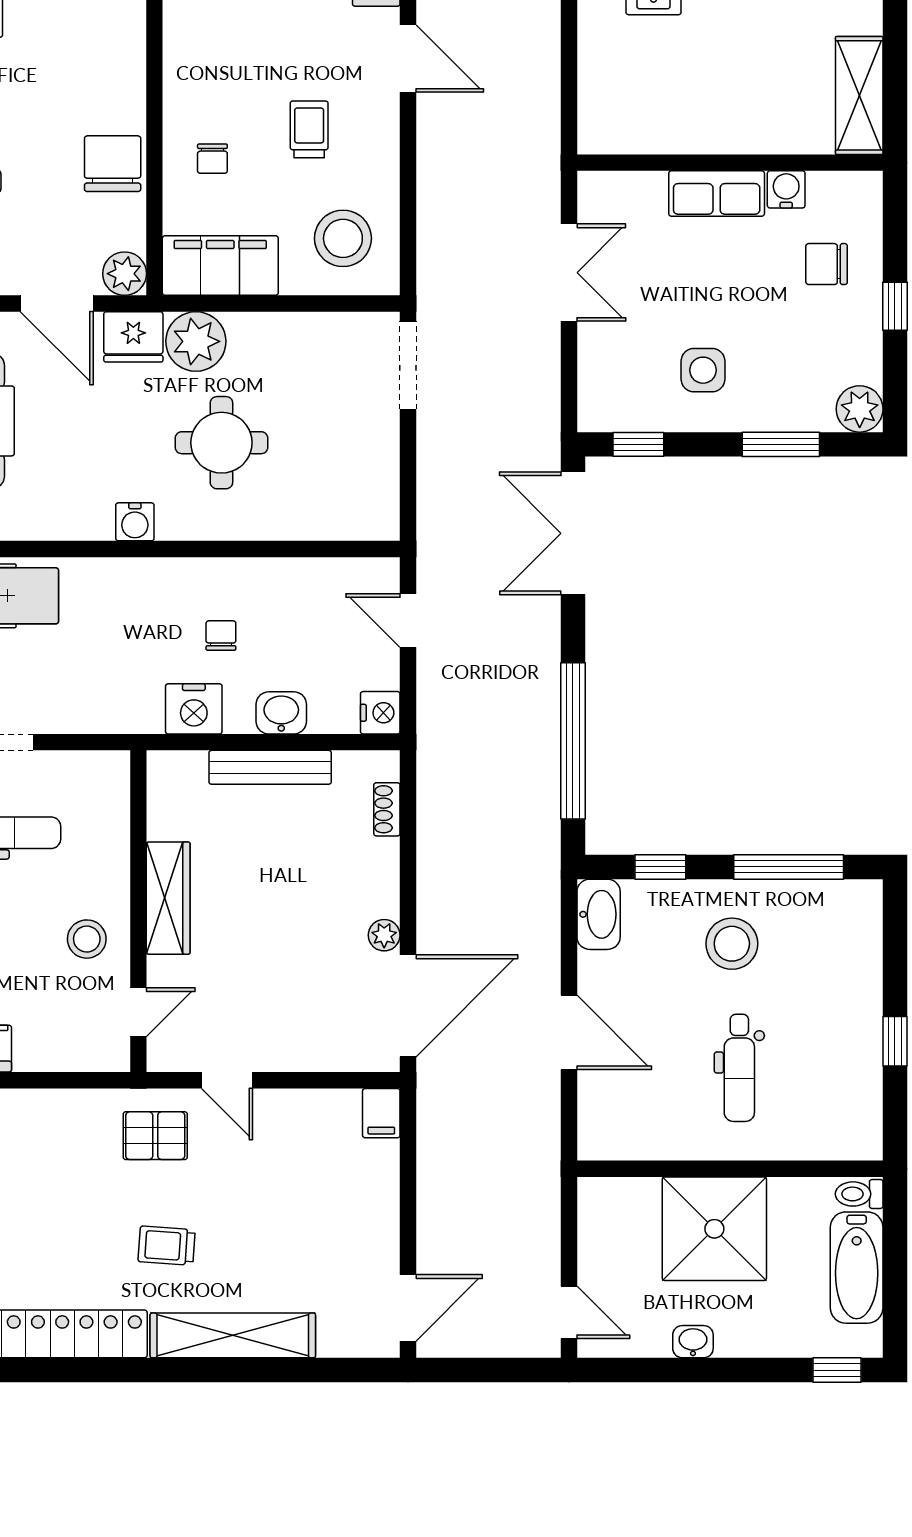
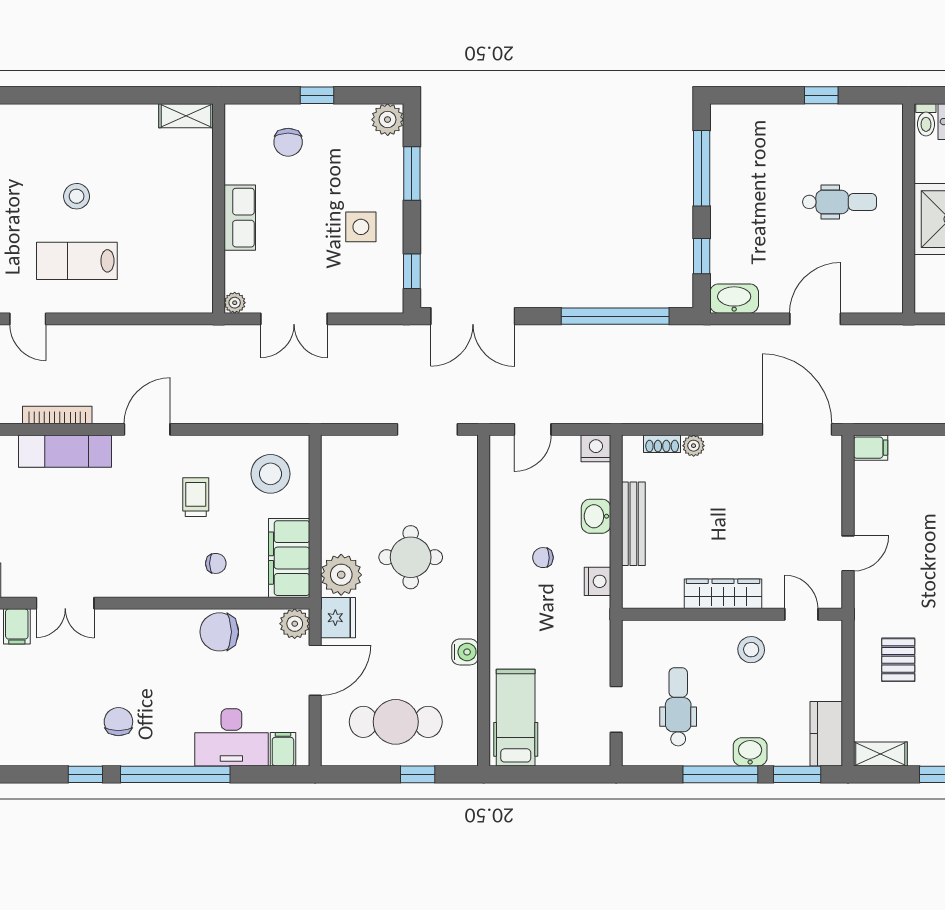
shelving: (859, 95) -> (186, 116), width x0.67, depth x0.75
trolley: (309, 129) -> (196, 497), turned 90
plant: (593, 186) -> (235, 303), added
water cooler: (786, 189) -> (237, 170), removed
double door: (569, 273) -> (294, 319), swing flipped
doorway: (408, 365) -> (427, 429), moved
water cooler: (135, 522) -> (465, 652), moved
nightstand: (194, 709) -> (598, 581), width x0.74, depth x0.75
plant: (384, 935) -> (694, 446), moved
stool: (732, 944) -> (754, 207), removed
pallet: (155, 1136) -> (898, 660), moved

